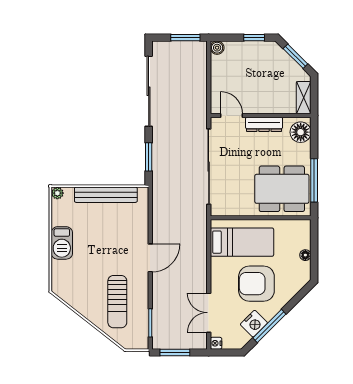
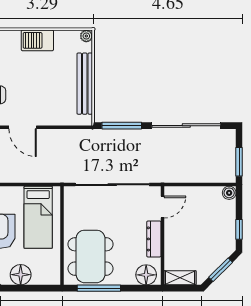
window: (149, 157) -> (122, 126), width x1.44
floor lamp: (305, 255) -> (21, 275), width x1.89, depth x1.89

